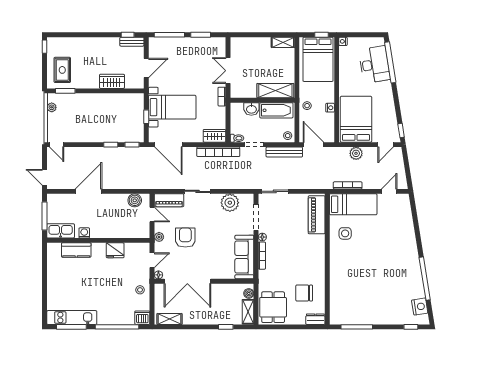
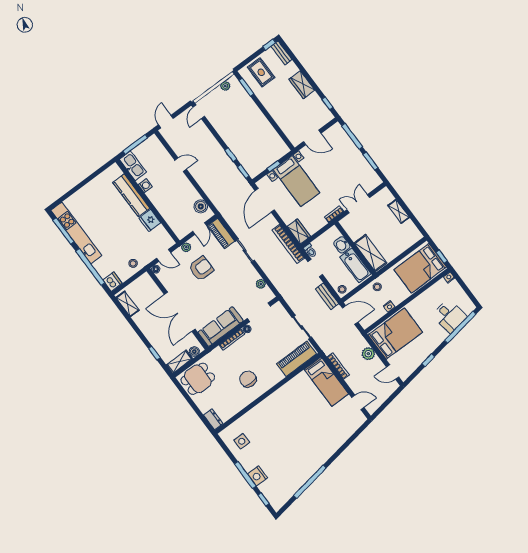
bench: (132, 42) -> (281, 53), moved
shelving: (283, 42) -> (399, 211), moved
desk: (374, 65) -> (449, 316), width x0.73
rug: (62, 70) -> (261, 72), turned 90
wardrobe: (112, 81) -> (302, 85), moved, turned 180
window: (401, 130) -> (428, 360), moved
door: (313, 145) -> (350, 315), hinge flipped
bench: (284, 152) -> (327, 296), width x0.73
door: (88, 191) -> (181, 165), width x0.53
sliding door: (275, 191) -> (302, 327), moved
plant: (230, 203) -> (261, 284), width x0.53, depth x0.53
side table: (345, 233) -> (242, 441), moved
kitchen counter: (76, 250) -> (131, 195), width x1.50
double door: (187, 281) -> (180, 312), moved
chair: (304, 293) -> (248, 379), moved
nightstand: (420, 307) -> (257, 476), moved, turned 99
kitchen unit: (72, 318) -> (76, 233), width x1.36
window: (357, 327) -> (245, 475), moved

